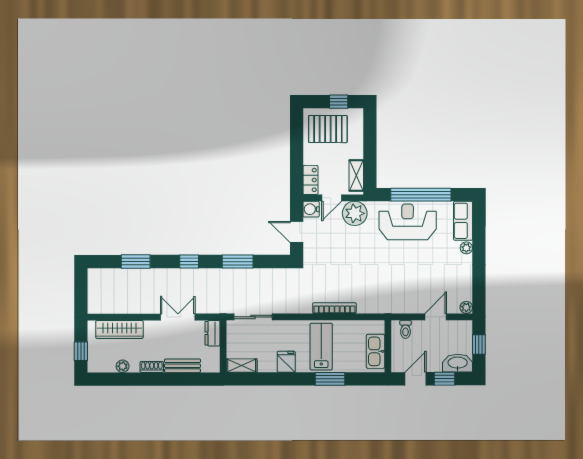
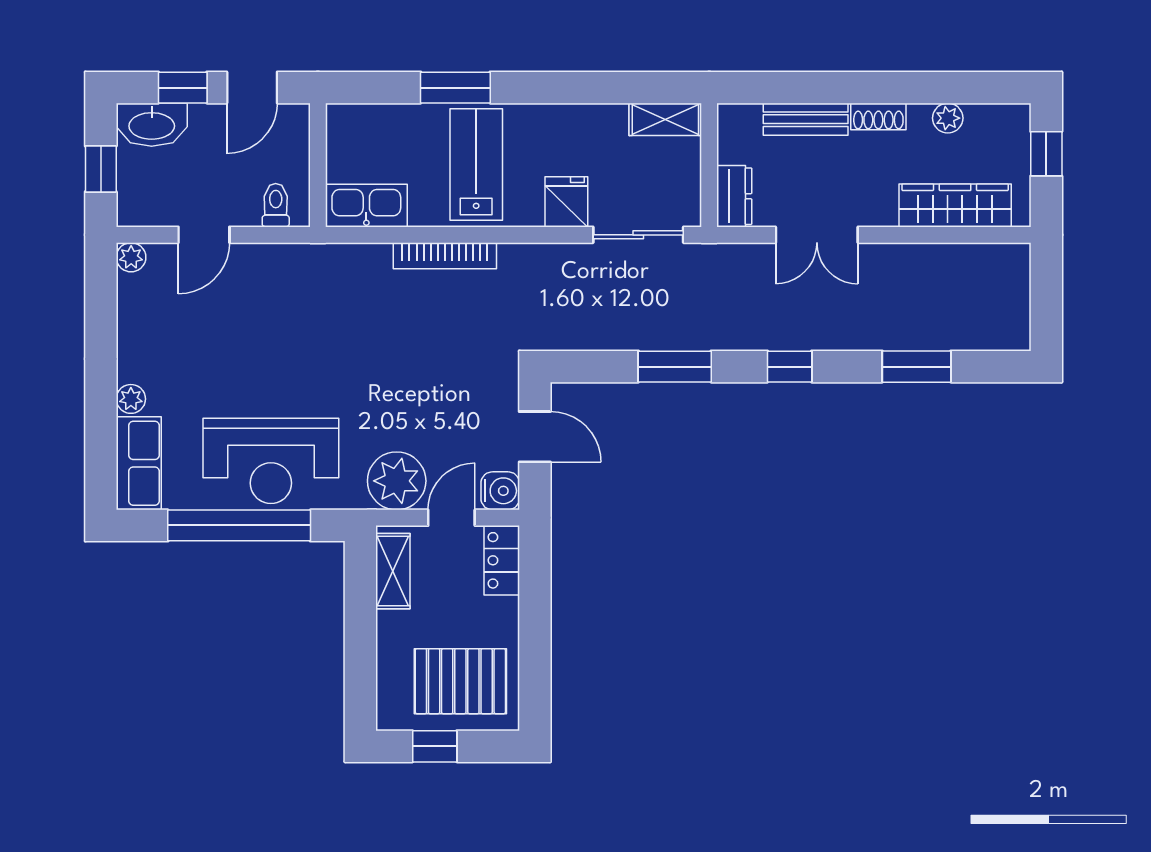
lab bench: (321, 347) -> (476, 164), turned 180
kitchen sink: (376, 351) -> (366, 206), moved, turned -90
fridge: (286, 362) -> (566, 202), moved, turned 180

